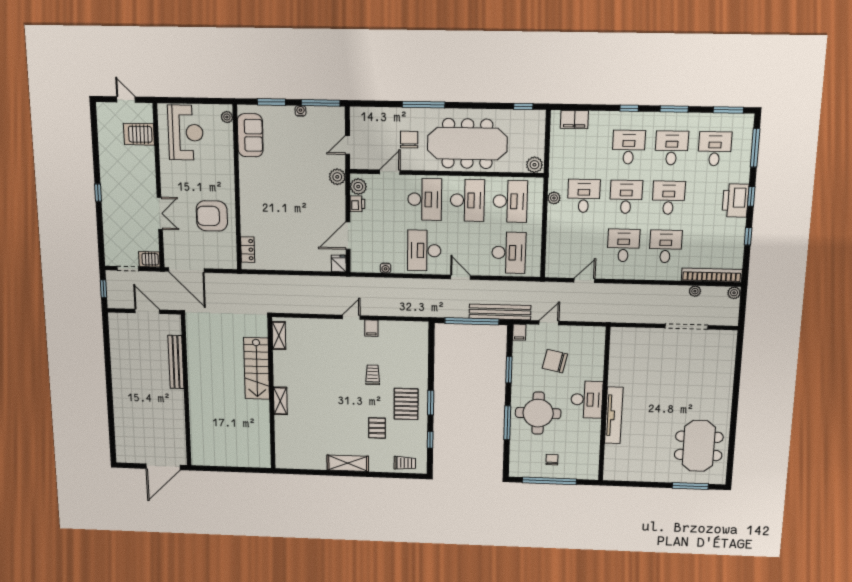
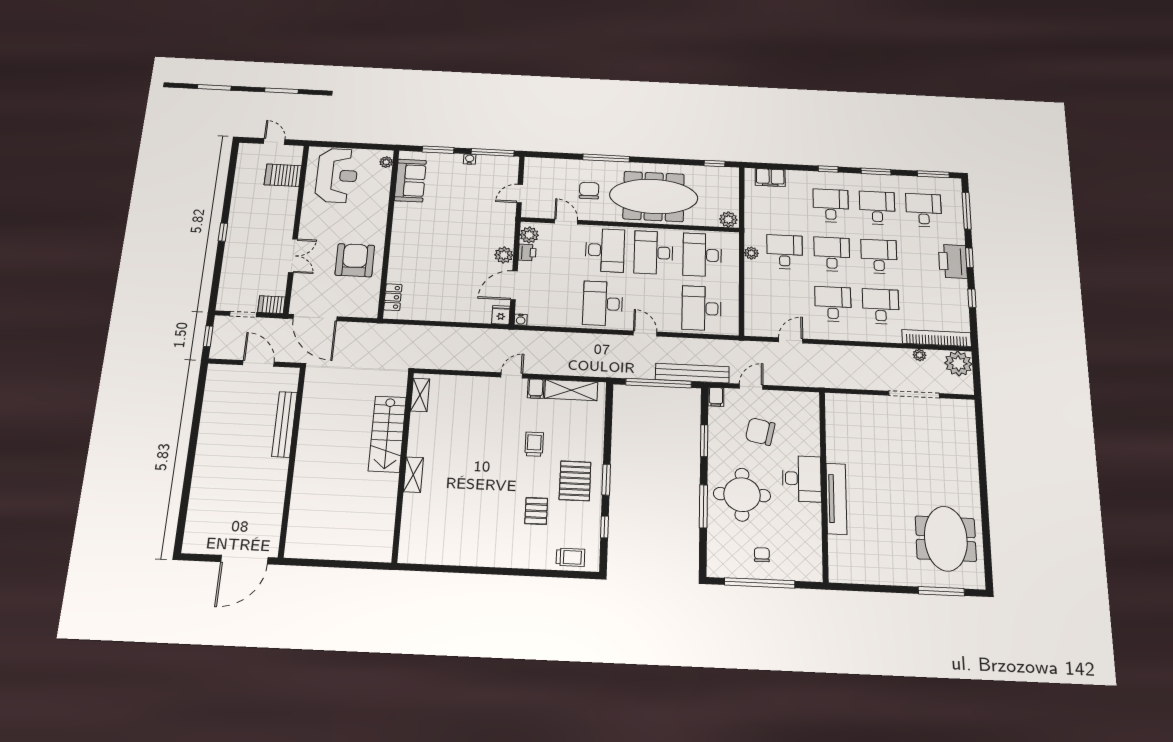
door: (390, 172) -> (566, 222), hinge flipped
plant: (337, 177) -> (504, 255), moved
desk: (467, 200) -> (654, 253), turned 180
desk: (510, 201) -> (702, 255), turned 180
armchair: (212, 216) -> (355, 260), turned 90
desk: (509, 253) -> (702, 308), turned 180
water cooler: (386, 268) -> (521, 320), moved
plant: (734, 293) -> (958, 363), width x1.88, depth x1.88
shelving: (348, 463) -> (571, 390), moved

